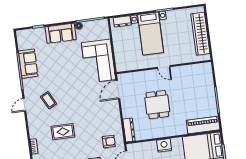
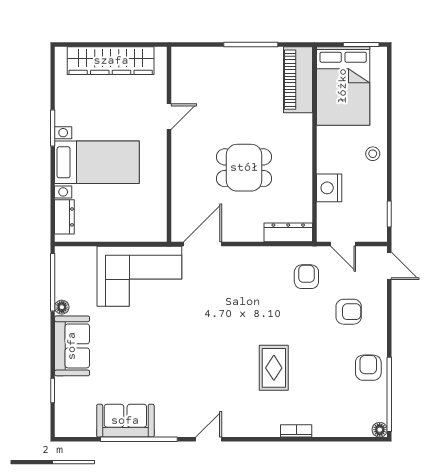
door: (164, 67) -> (169, 117), moved
door: (118, 90) -> (203, 244), swing flipped
coffee table: (49, 100) -> (206, 389), removed
door: (24, 105) -> (209, 439), swing flipped
nightstand: (164, 145) -> (329, 188), moved

